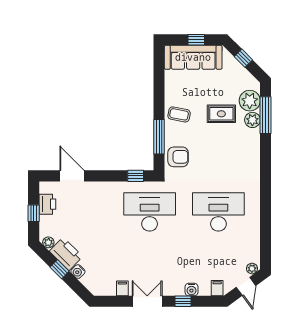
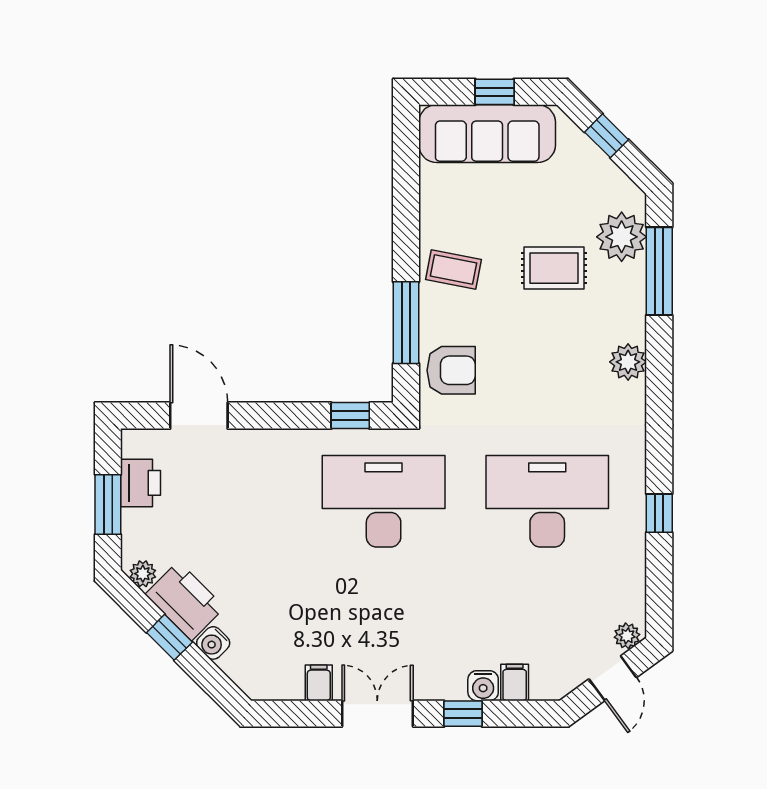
plant: (252, 120) -> (628, 362), moved
window: (34, 213) -> (108, 505), width x1.50
window: (266, 217) -> (659, 513), added
filing cabinet: (217, 288) -> (515, 682), moved

